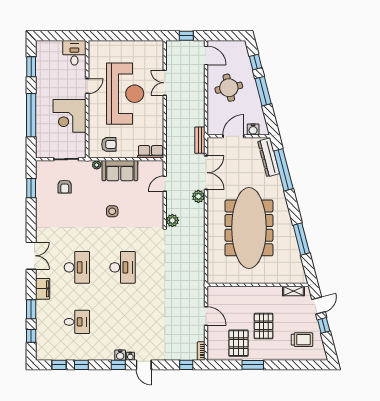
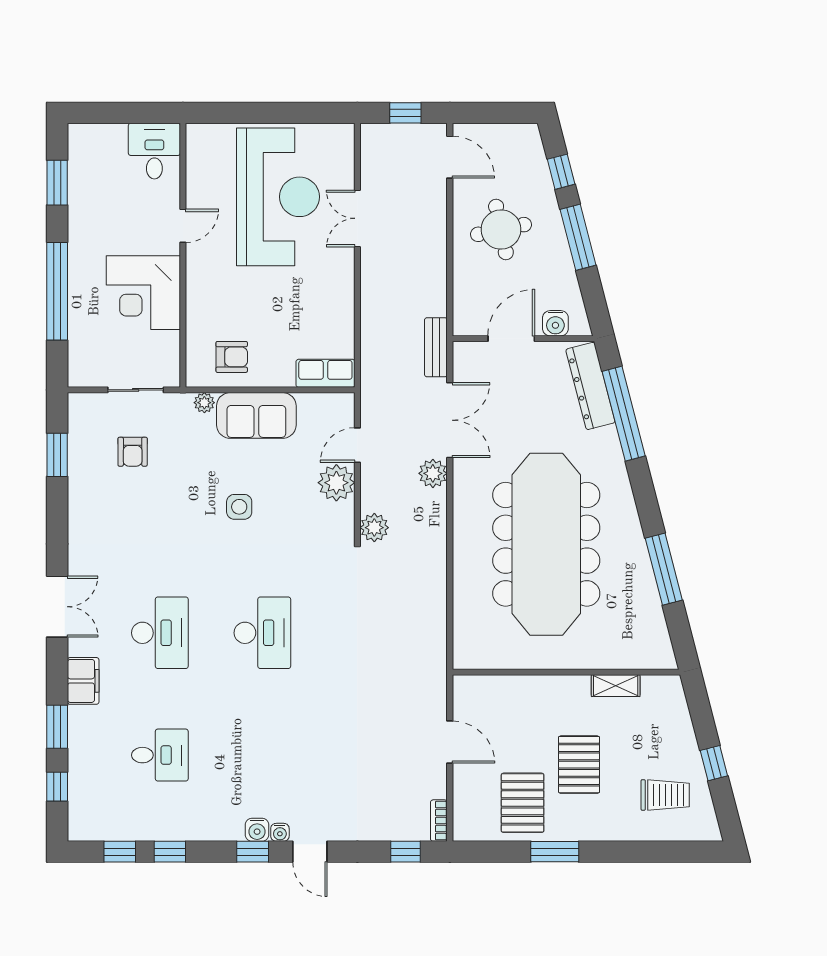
reception desk: (125, 94) -> (278, 197), moved
plant: (155, 201) -> (336, 483), added
shelving: (293, 291) -> (616, 686), moved
door: (319, 306) -> (702, 718), removed

